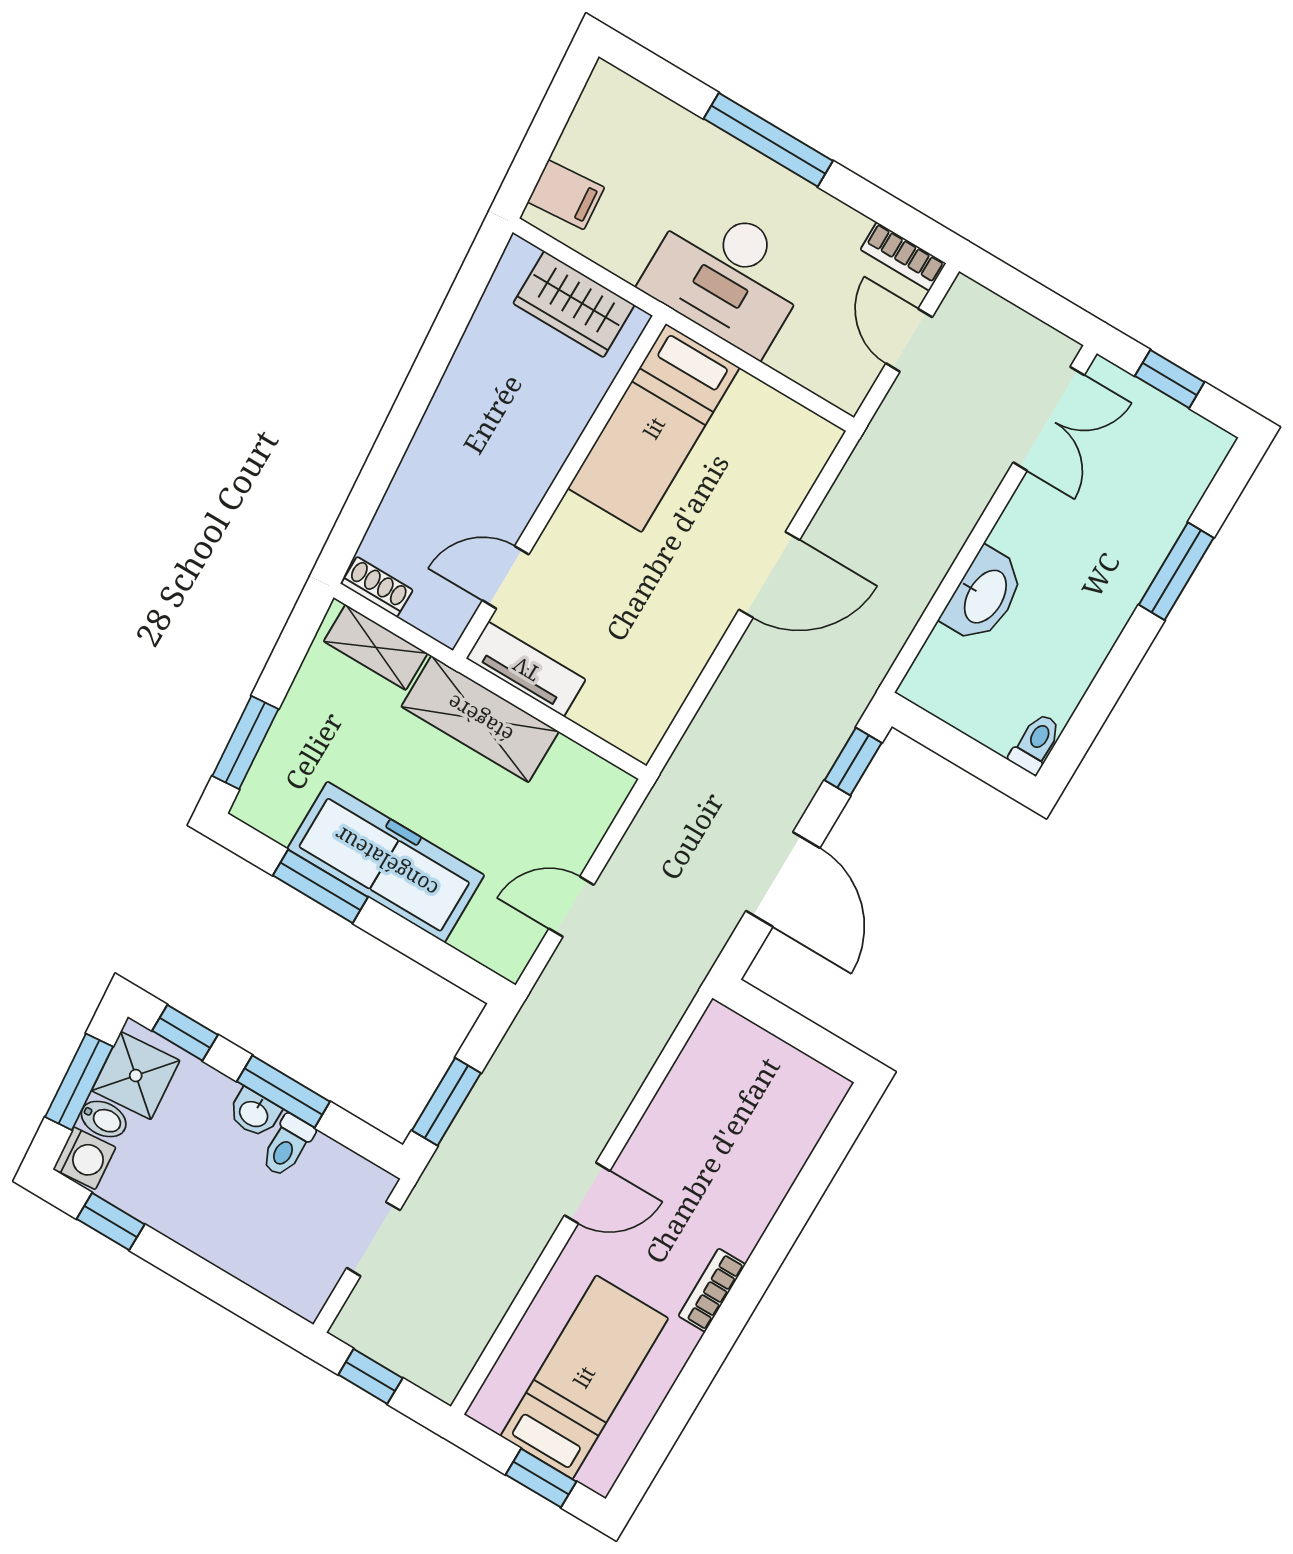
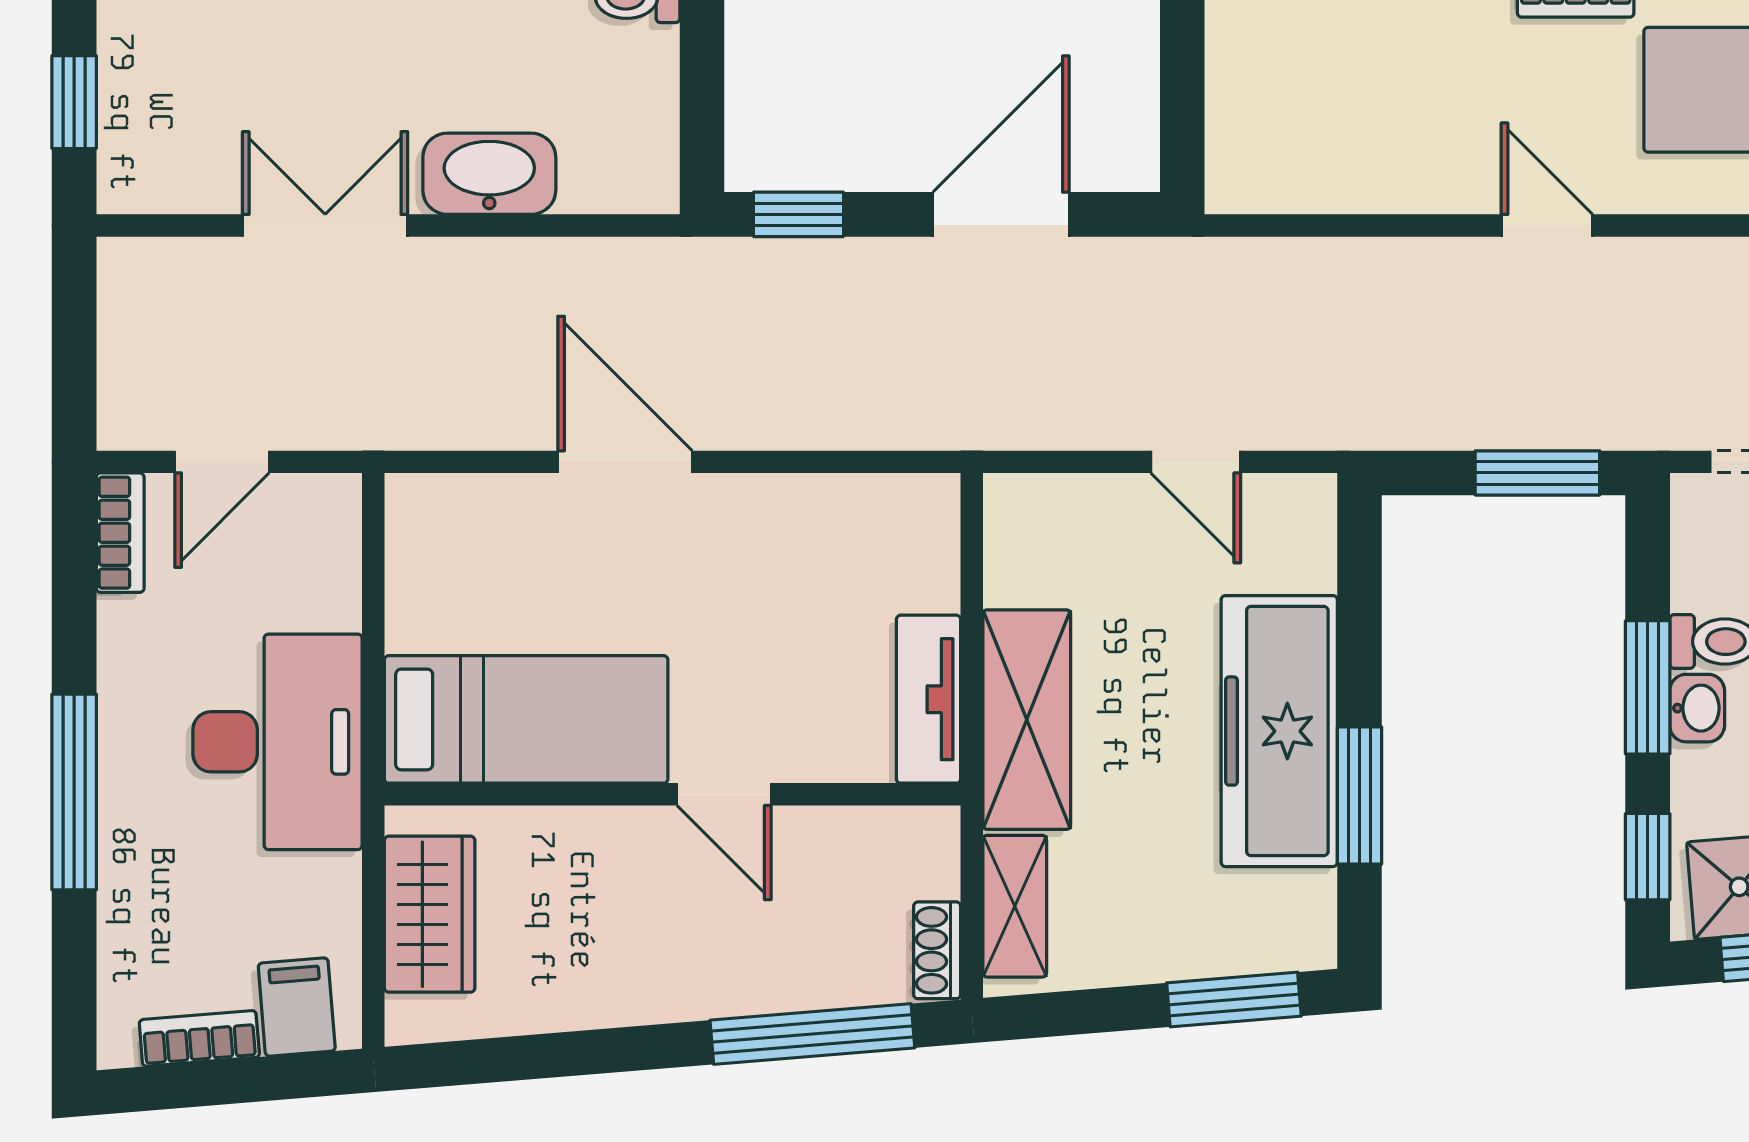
bookcase: (581, 127) -> (199, 1038), added
double door: (1049, 419) -> (325, 225), moved
window: (371, 485) -> (812, 1034), added
door: (506, 577) -> (724, 794), moved

